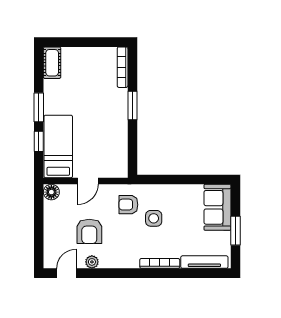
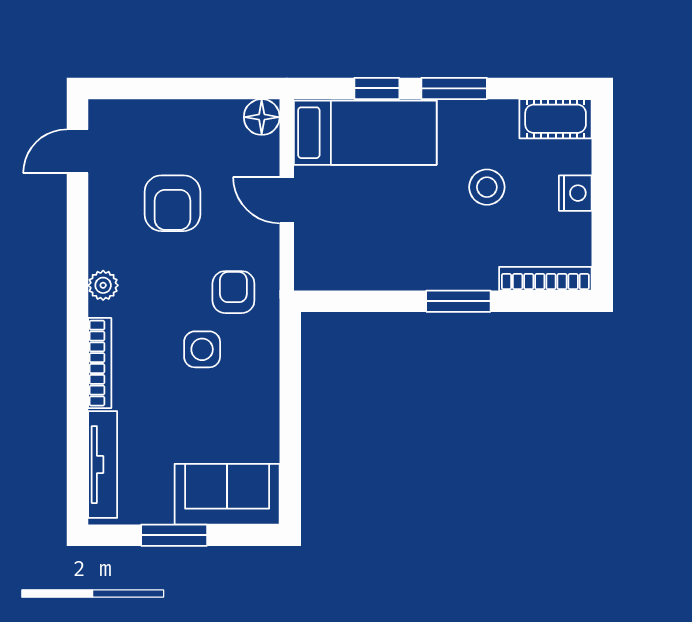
nightstand: (85, 54) -> (575, 193), added
stool: (82, 93) -> (487, 187), added
armchair: (89, 231) -> (172, 203), turned -90
plant: (92, 262) -> (103, 285), moved
door: (66, 273) -> (78, 151), swing flipped

